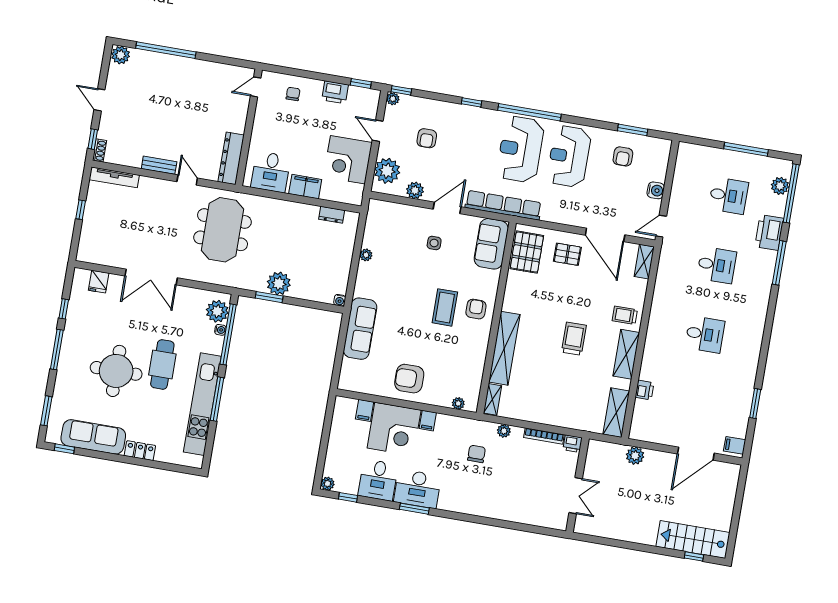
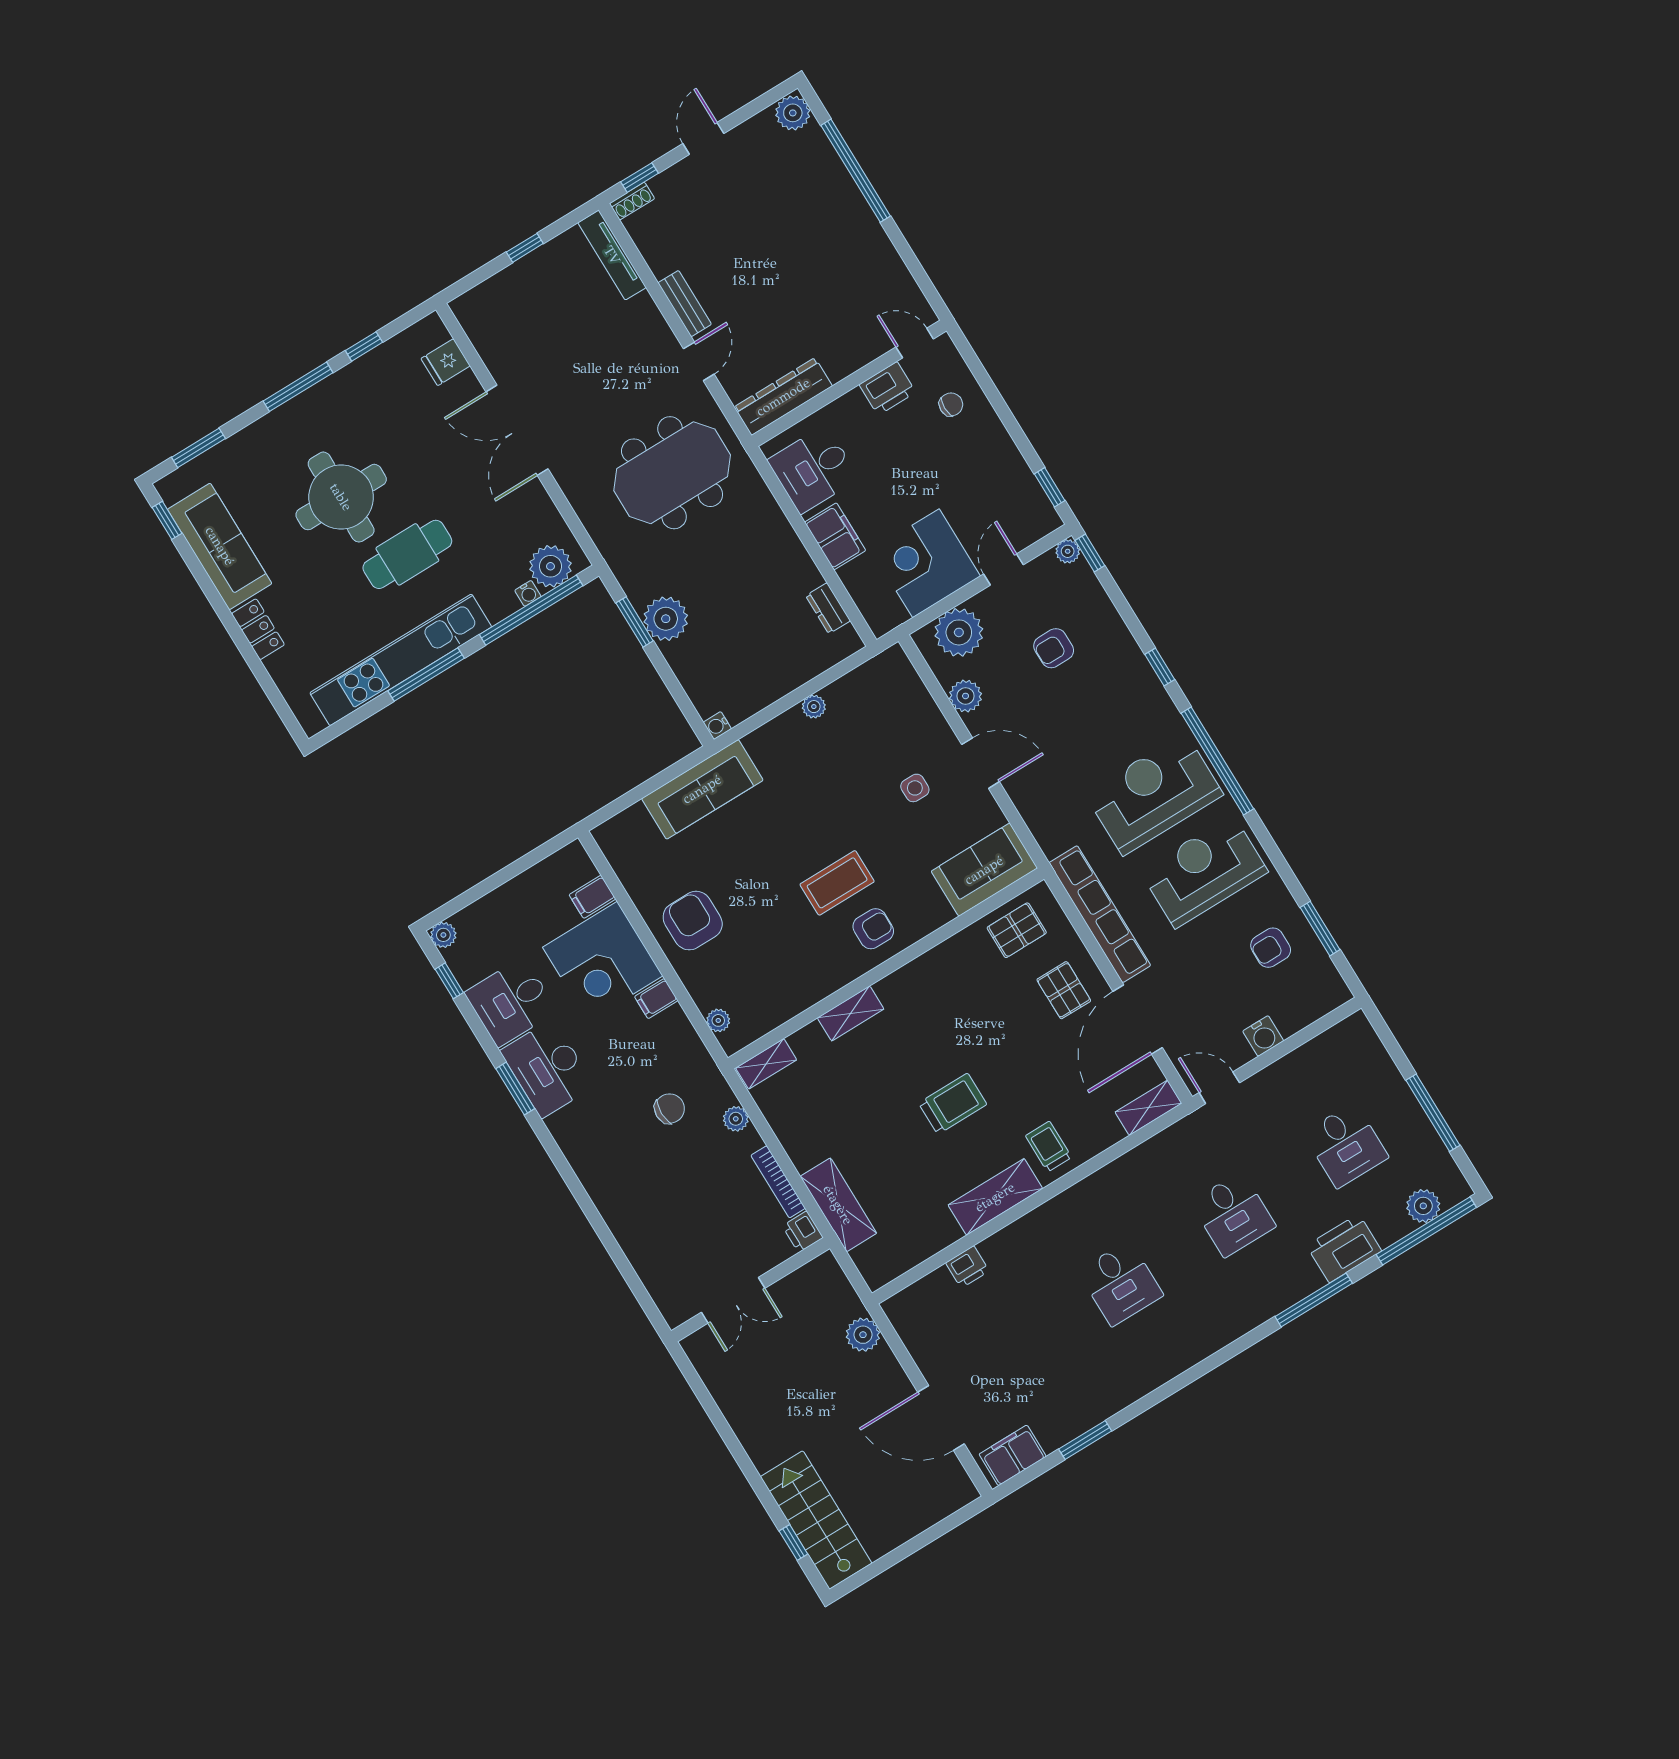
printer: (335, 92) -> (888, 388), moved, turned -90
row of seats: (503, 205) -> (1100, 914), moved
pallet: (527, 252) -> (1017, 930), width x0.67, depth x0.71
shelving: (504, 348) -> (851, 1013), width x0.45, depth x0.75
shelving: (616, 413) -> (838, 1205), moved, turned 90
filing cabinet: (735, 445) -> (1013, 1455), width x2.00

